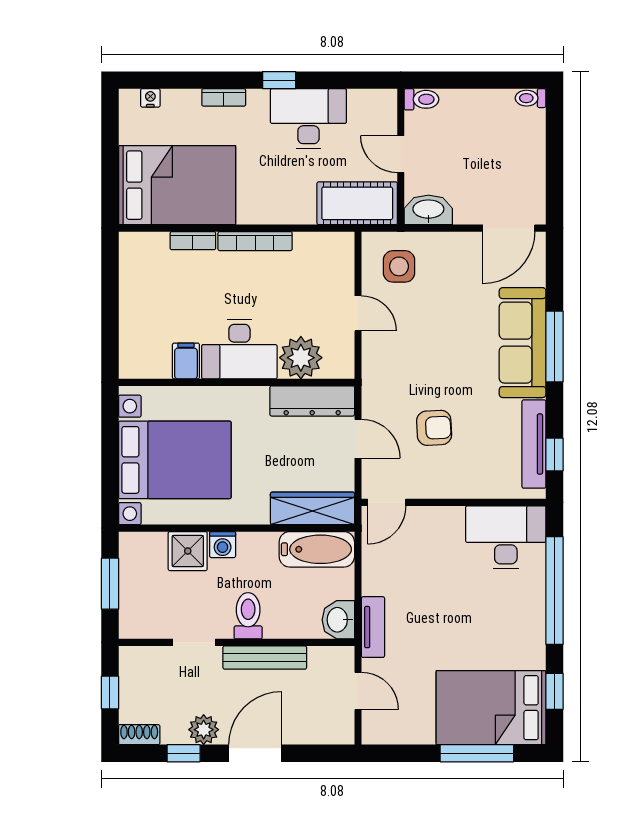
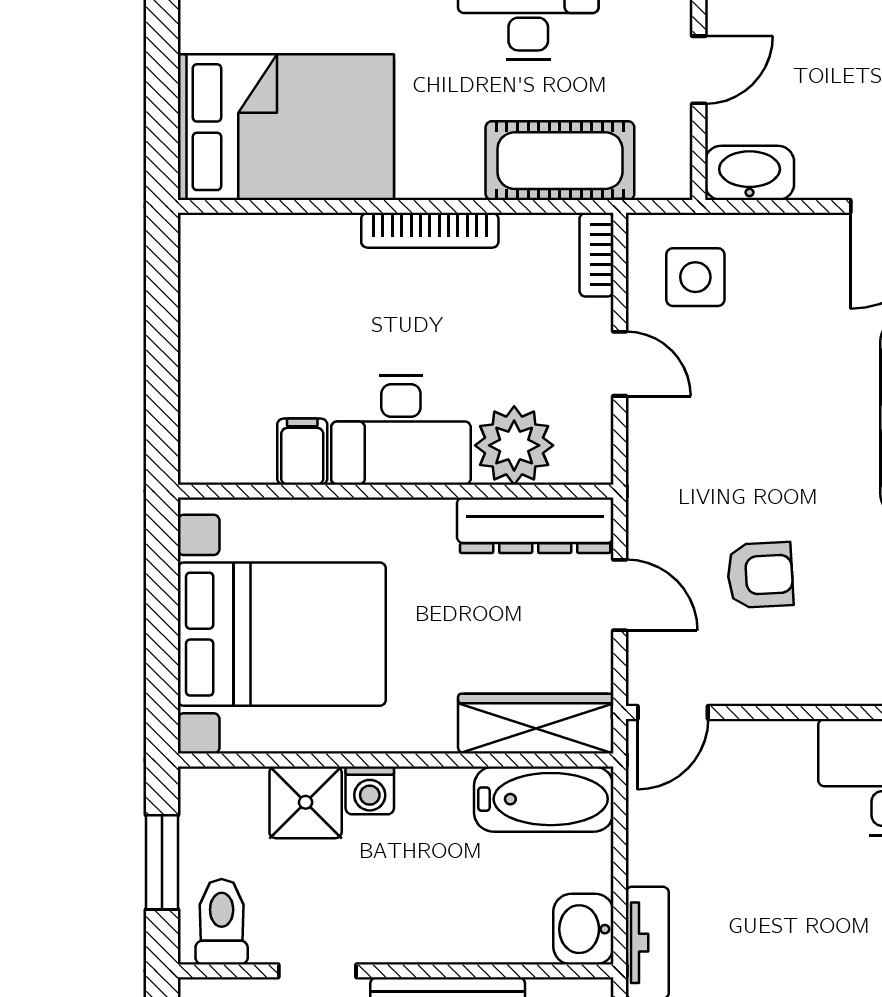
door: (401, 154) -> (699, 70), swing flipped
cot: (357, 203) -> (560, 161), moved
bookcase: (193, 241) -> (596, 255), moved, turned 90
toilet: (248, 616) -> (222, 922), moved

